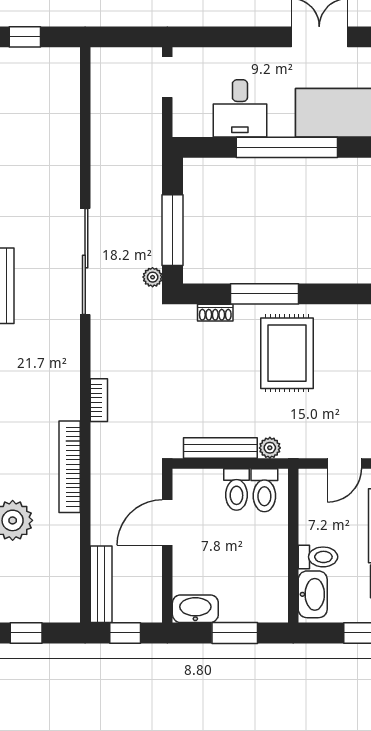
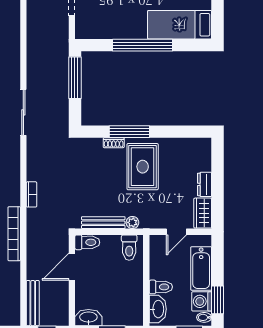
desk: (240, 108) -> (115, 22), removed
window: (172, 230) -> (75, 78), moved
sliding door: (85, 261) -> (23, 112), width x0.73
plant: (153, 277) -> (63, 122), removed
shoe rack: (215, 313) -> (114, 143), moved
toilet: (236, 489) -> (87, 242), moved, turned -90

